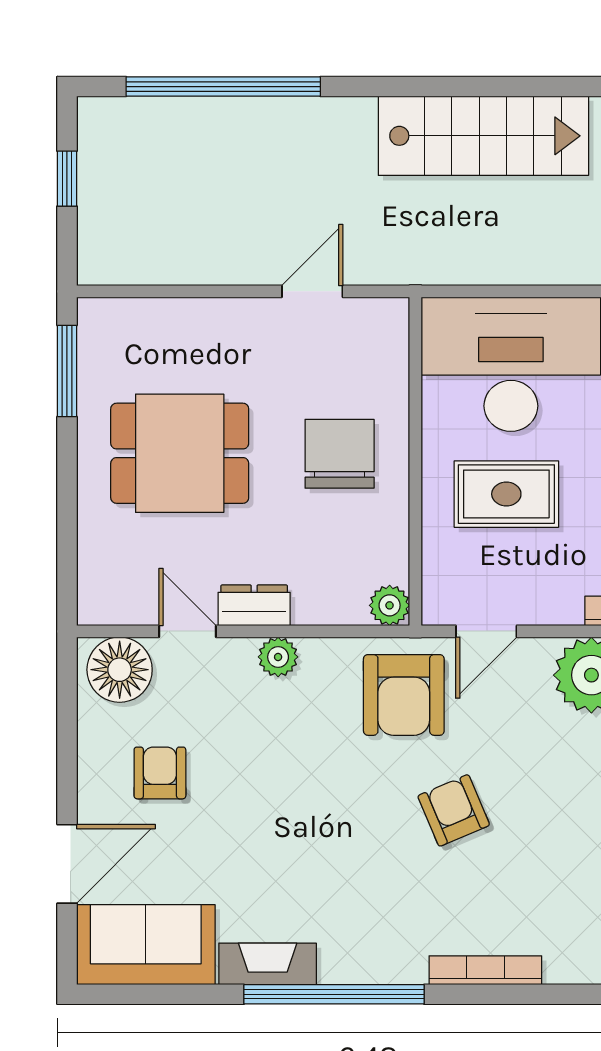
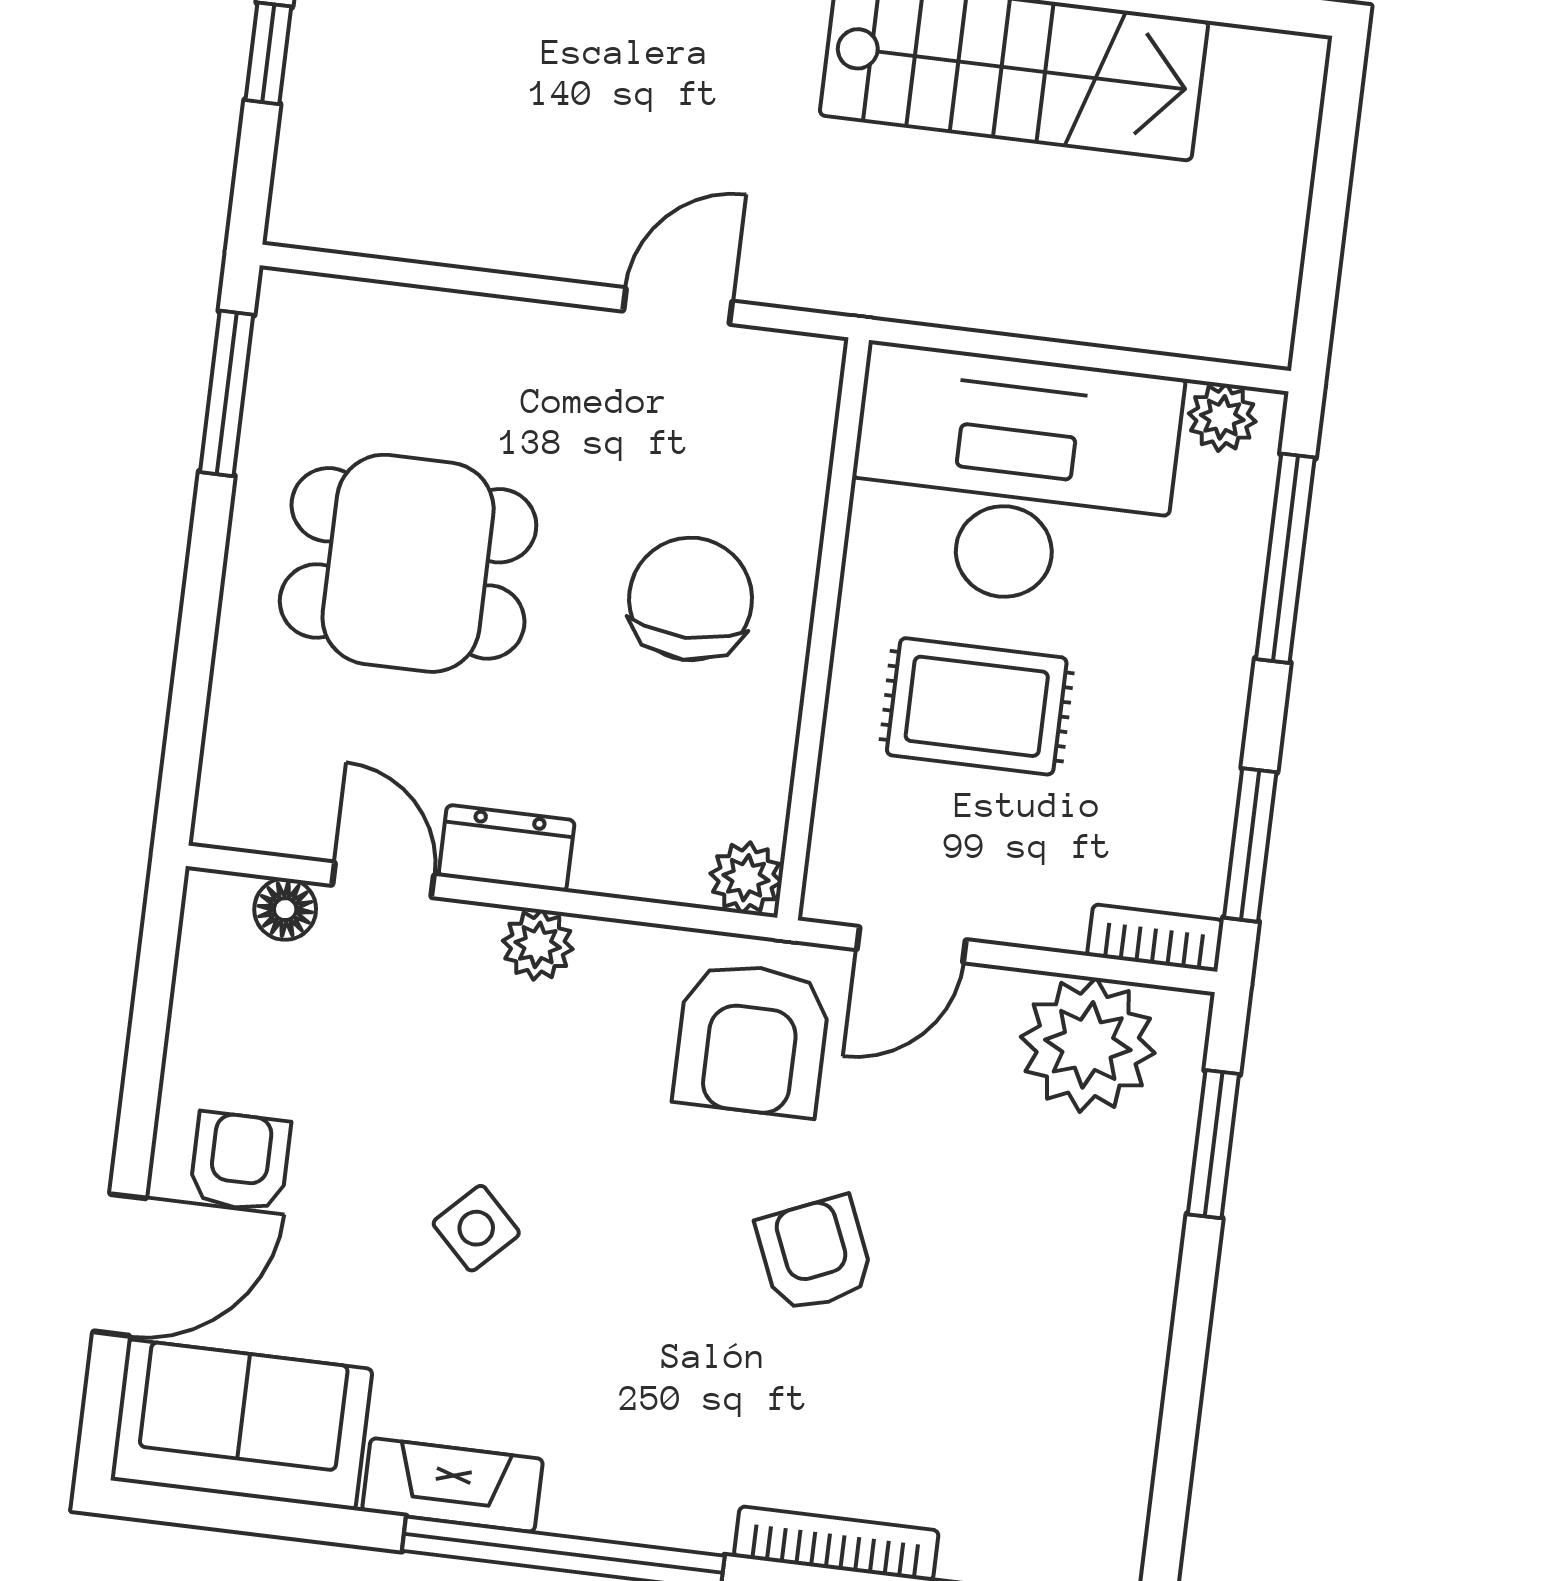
floor lamp: (120, 670) -> (285, 909), width x0.53, depth x0.53
armchair: (160, 773) -> (240, 1162), moved
side table: (263, 819) -> (476, 1228), added

